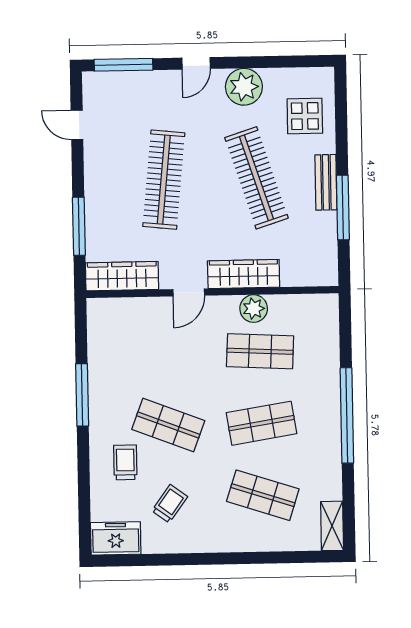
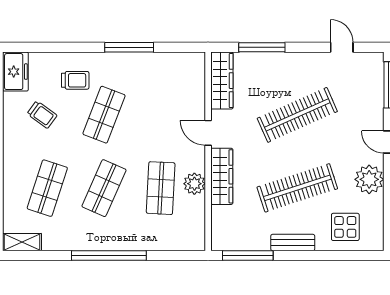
door: (77, 125) -> (342, 47), hinge flipped
clothes rail: (164, 180) -> (297, 115), turned -30
window: (343, 207) -> (248, 255), moved
shop shelf: (261, 423) -> (104, 188), turned 33

